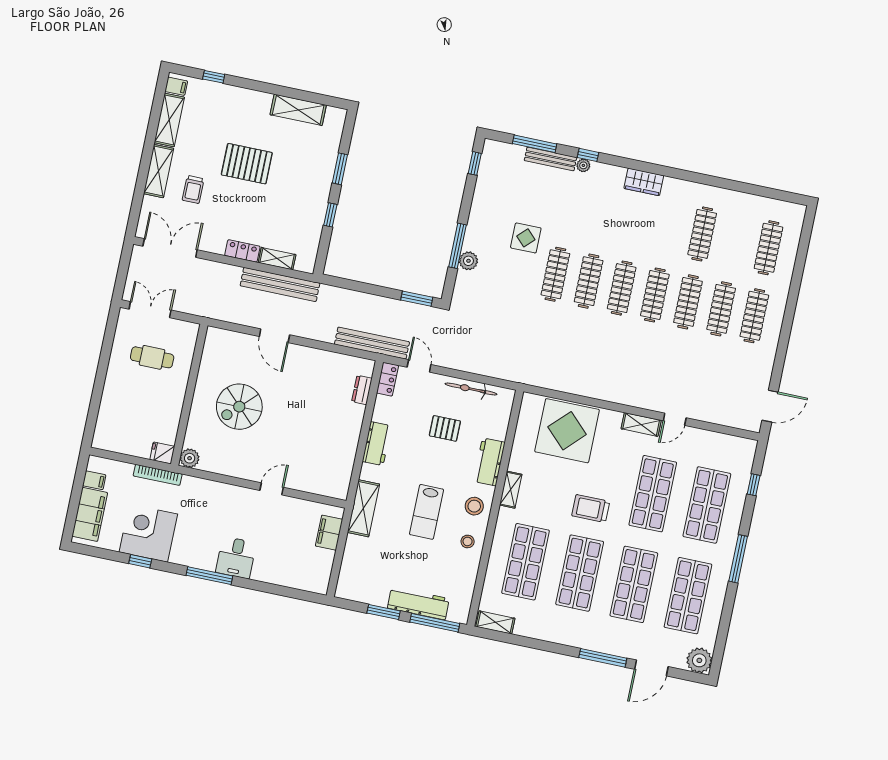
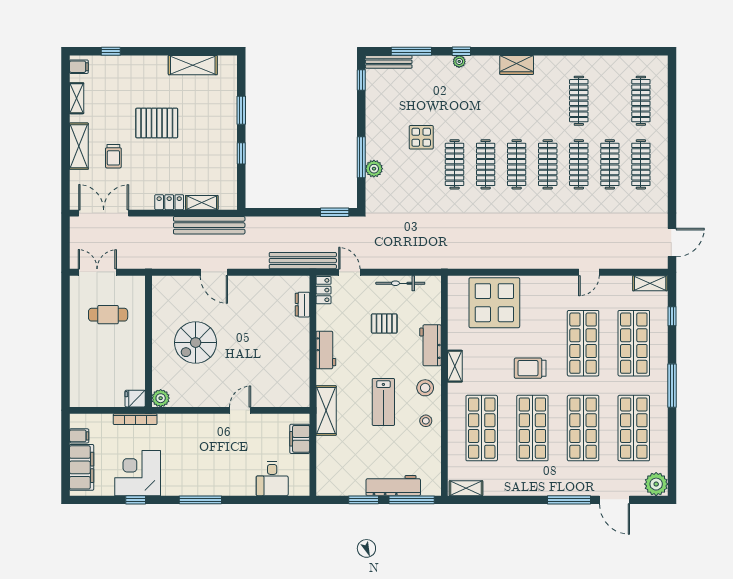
shelving: (169, 120) -> (77, 98), width x0.67, depth x0.75
bench: (550, 159) -> (389, 62), moved
shelving: (641, 425) -> (650, 283), moved
desk: (236, 558) -> (272, 479), moved
door: (651, 668) -> (615, 500), hinge flipped

